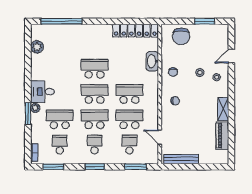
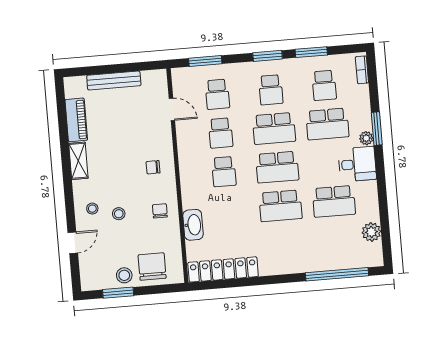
stool: (200, 32) -> (124, 275), added
school desk: (60, 69) -> (334, 201), added
school desk: (129, 94) -> (224, 172), width x0.54
school desk: (129, 119) -> (221, 133), width x0.54
bench: (181, 159) -> (114, 81), moved
window: (53, 167) -> (311, 52), moved

